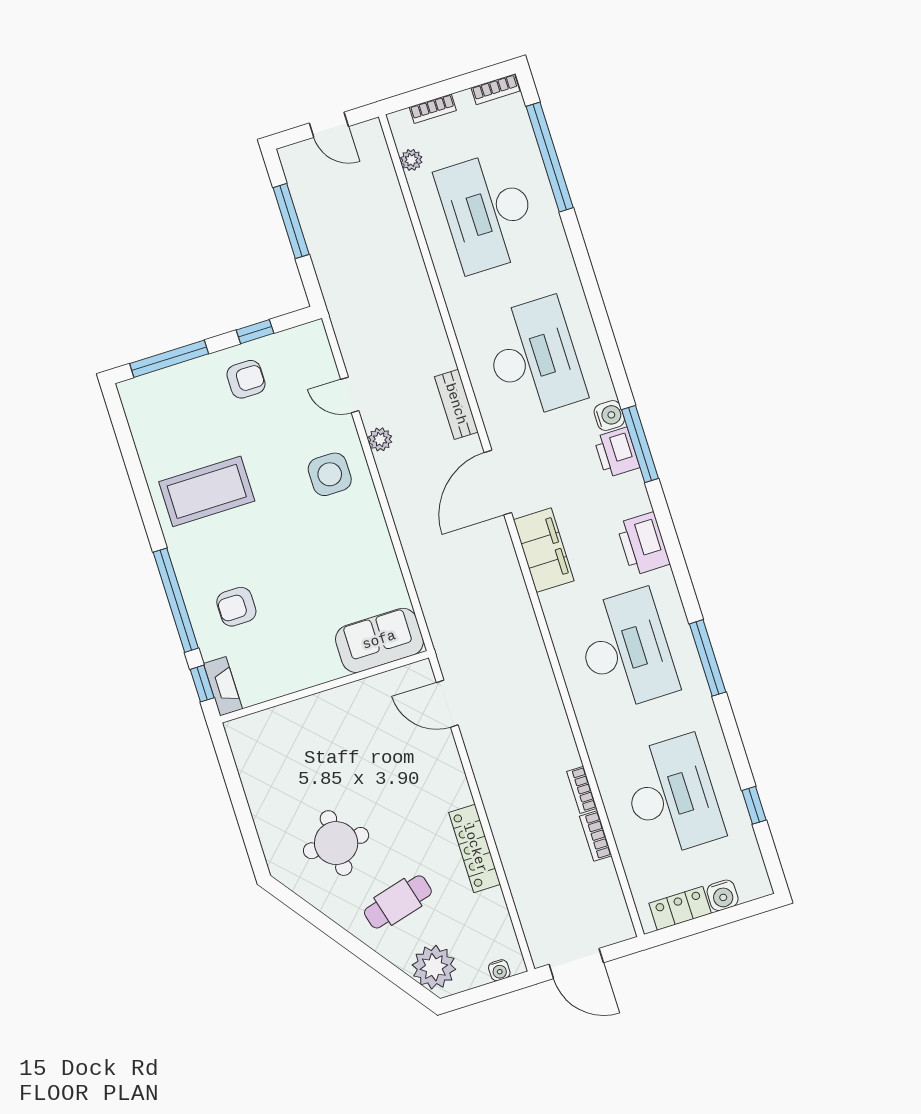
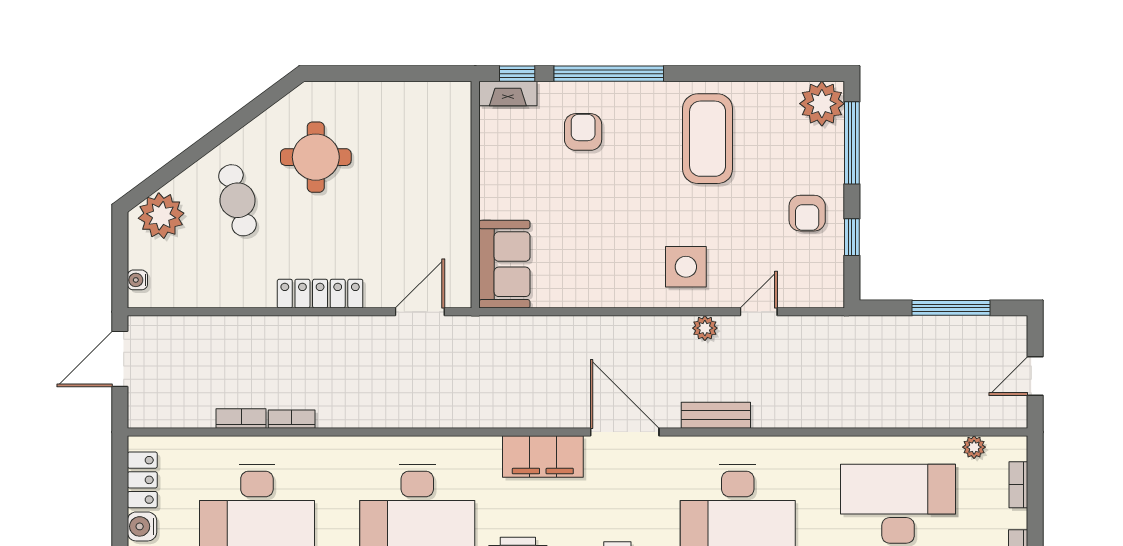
plant: (142, 397) -> (822, 104), added
locker: (475, 848) -> (320, 294), moved

